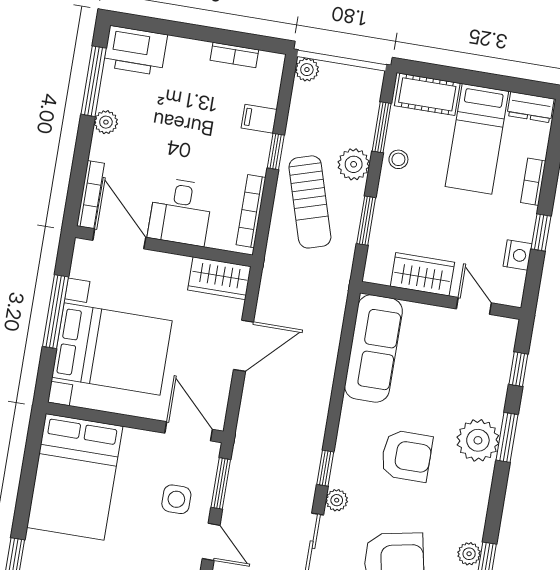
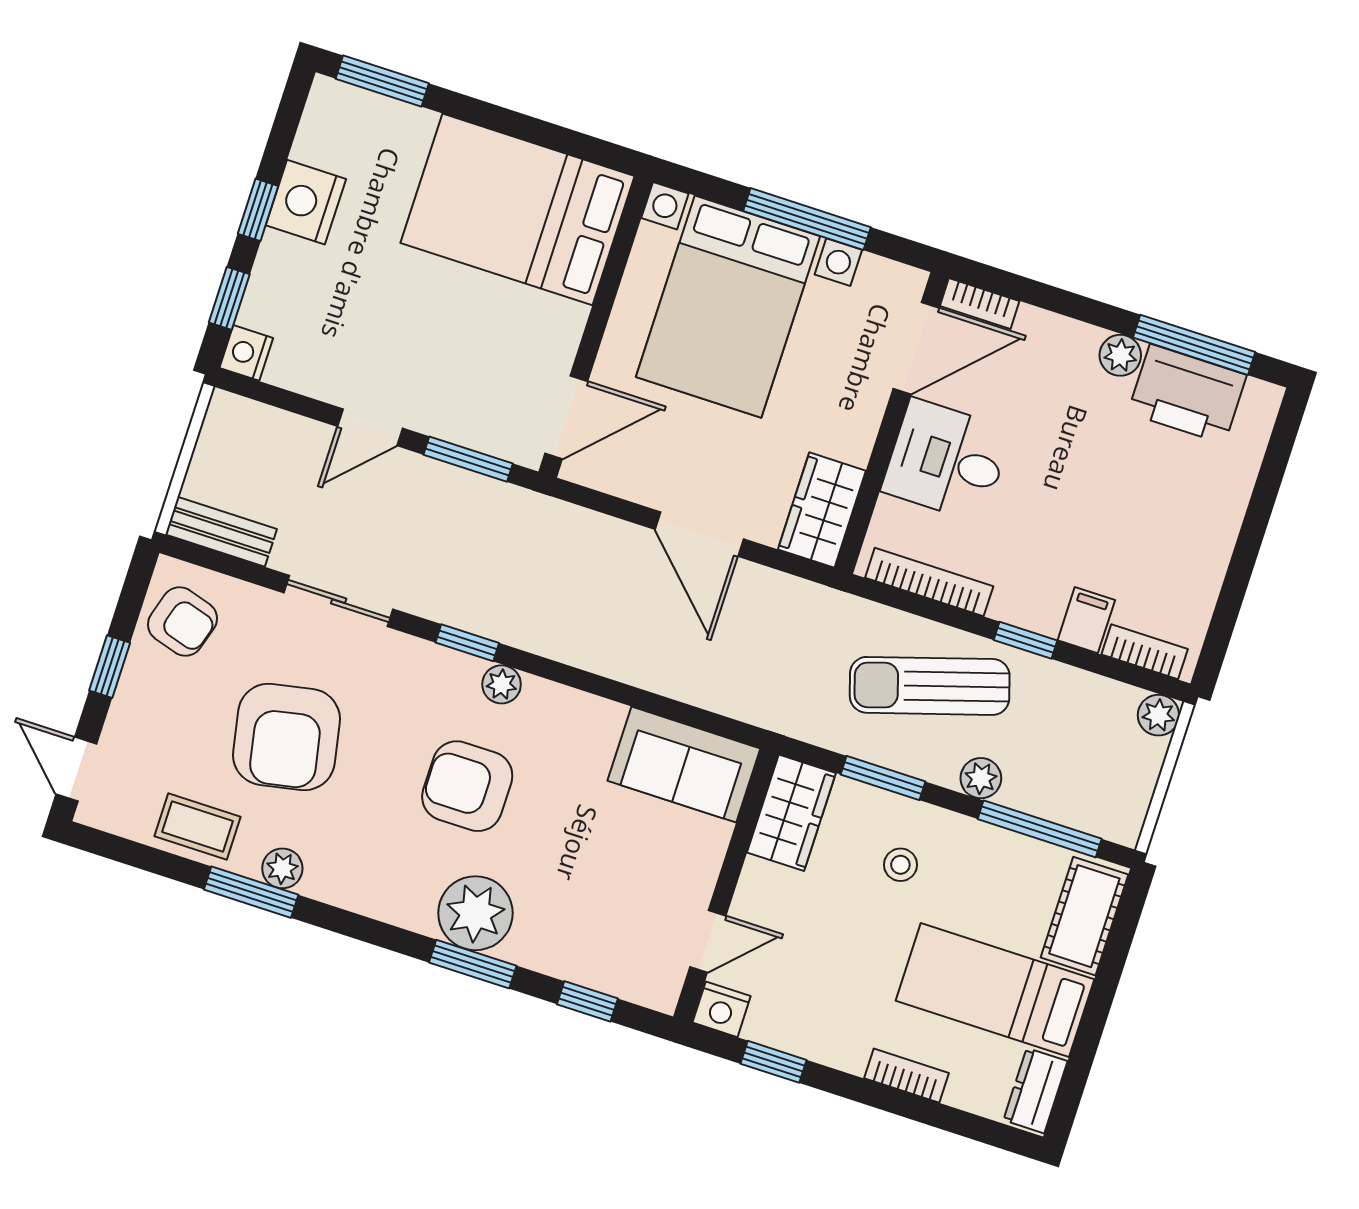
printer: (135, 51) -> (1187, 394), moved, turned -90
bookcase: (234, 55) -> (1145, 652), moved, turned 90
window: (382, 127) -> (1040, 829), width x1.44
stool: (398, 159) -> (900, 865), moved
plant: (354, 164) -> (981, 778), width x0.73, depth x0.73
bookcase: (91, 195) -> (980, 304), width x0.64
window: (541, 232) -> (773, 1062), moved
nightstand: (518, 255) -> (722, 1009), moved
wardrobe: (422, 274) -> (791, 813), moved
sofa: (373, 349) -> (684, 765), width x0.73
armchair: (407, 456) -> (467, 786), turned 90
side table: (176, 499) -> (452, 378), removed
plant: (337, 500) -> (502, 684), moved

